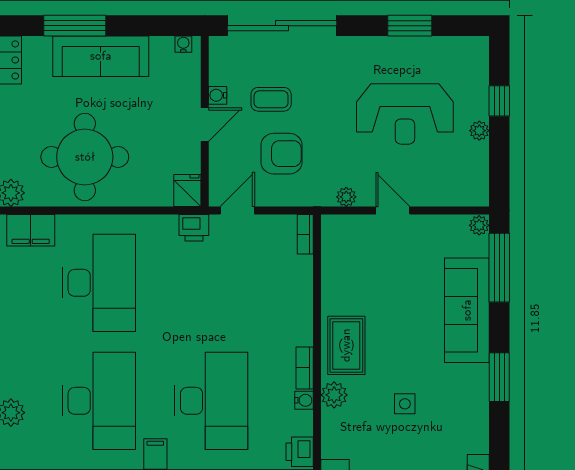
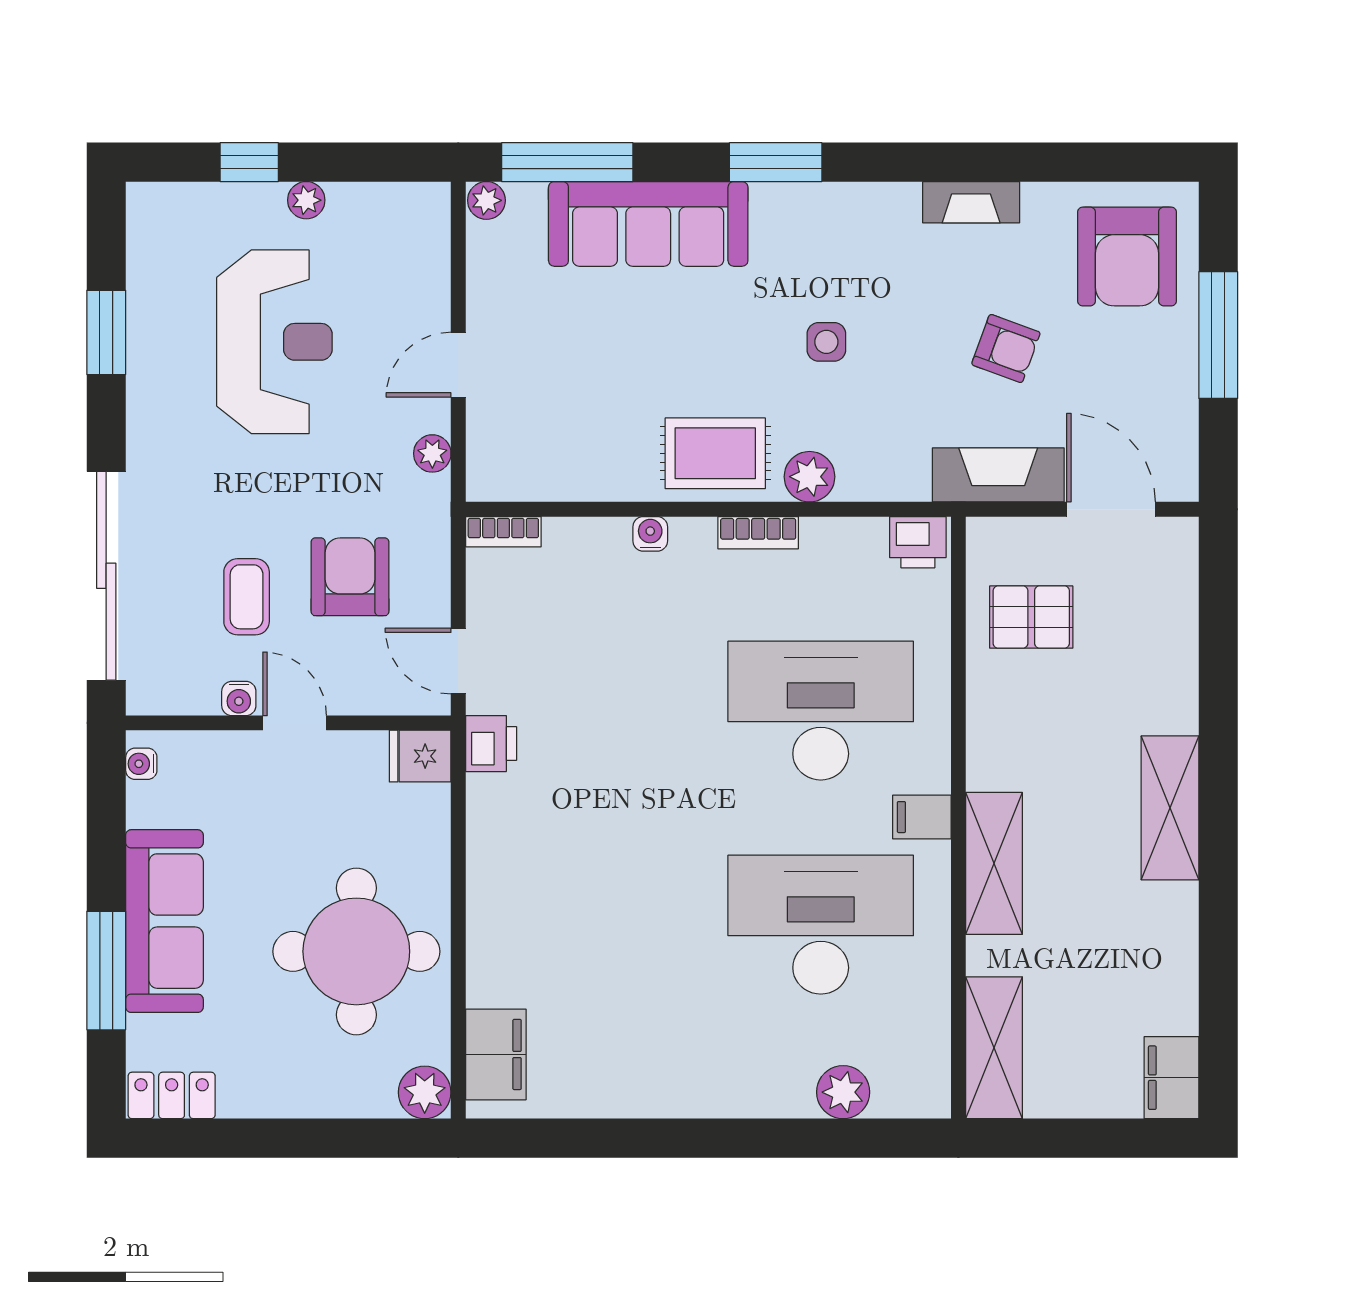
desk: (99, 283) -> (596, 925), removed
water cooler: (304, 400) -> (650, 534), moved

